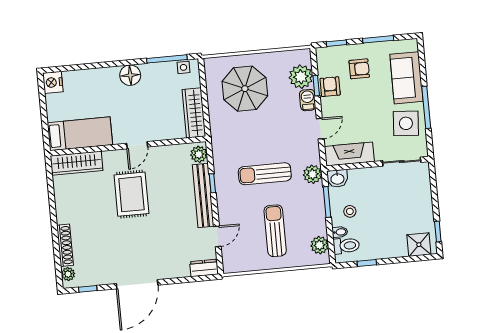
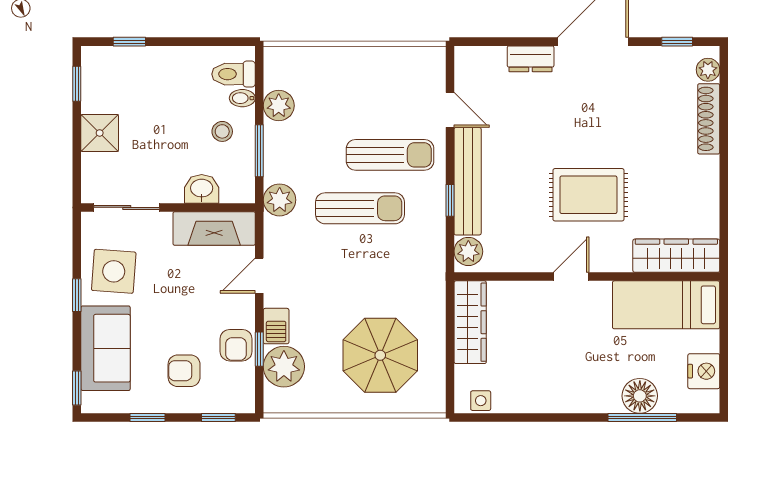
window: (378, 39) -> (148, 418), width x0.67
window: (421, 53) -> (77, 388), added
window: (167, 59) -> (642, 418), moved
floor lamp: (130, 75) -> (640, 396), moved
nightstand: (53, 82) -> (704, 371), moved
window: (426, 107) -> (77, 295), width x0.46
washbasin: (337, 179) -> (202, 189), moved
rug: (131, 194) -> (588, 195), turned 90
sun lounger: (275, 231) -> (390, 155), moved, turned -90
door: (217, 236) -> (450, 110), swing flipped
plant: (320, 245) -> (279, 106), moved
shower: (419, 245) -> (100, 133), moved
window: (367, 263) -> (129, 42), moved
dresser: (204, 268) -> (531, 59), moved

